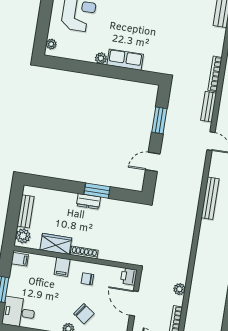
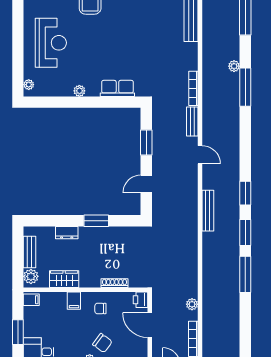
row of seats: (125, 60) -> (117, 88), moved
dresser: (88, 201) -> (67, 233), moved
shoe rack: (84, 252) -> (114, 283), moved

